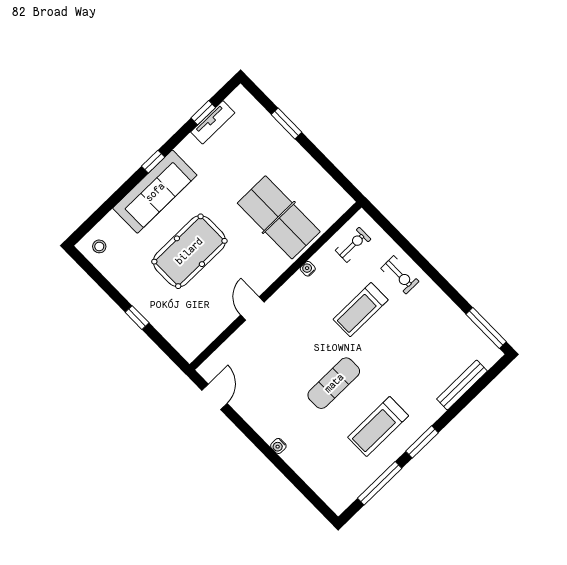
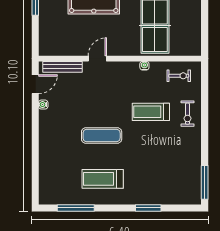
bench: (462, 385) -> (63, 67), moved
window: (422, 442) -> (148, 208), moved
water cooler: (278, 446) -> (43, 105), moved

